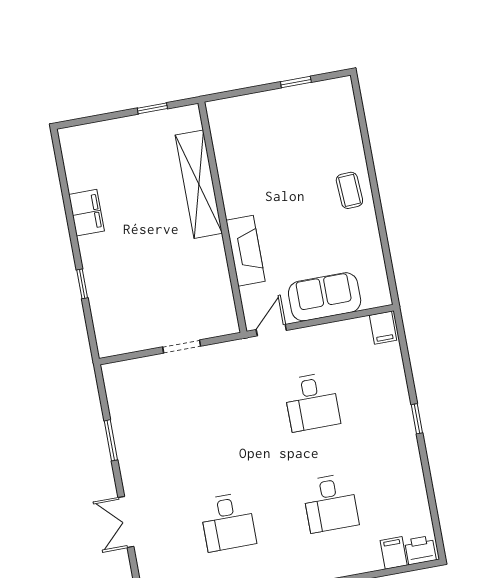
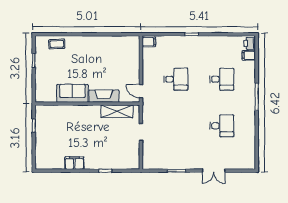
shelving: (199, 184) -> (117, 111), moved, width x0.68
coffee table: (349, 190) -> (57, 44), moved
sofa: (325, 297) -> (72, 93), moved, turned 90

